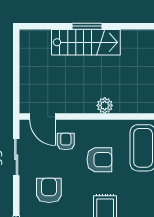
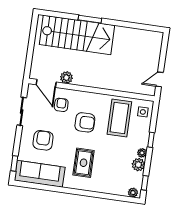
stairs: (86, 42) -> (77, 35), width x1.36, depth x1.51
plant: (105, 105) -> (66, 78), moved

